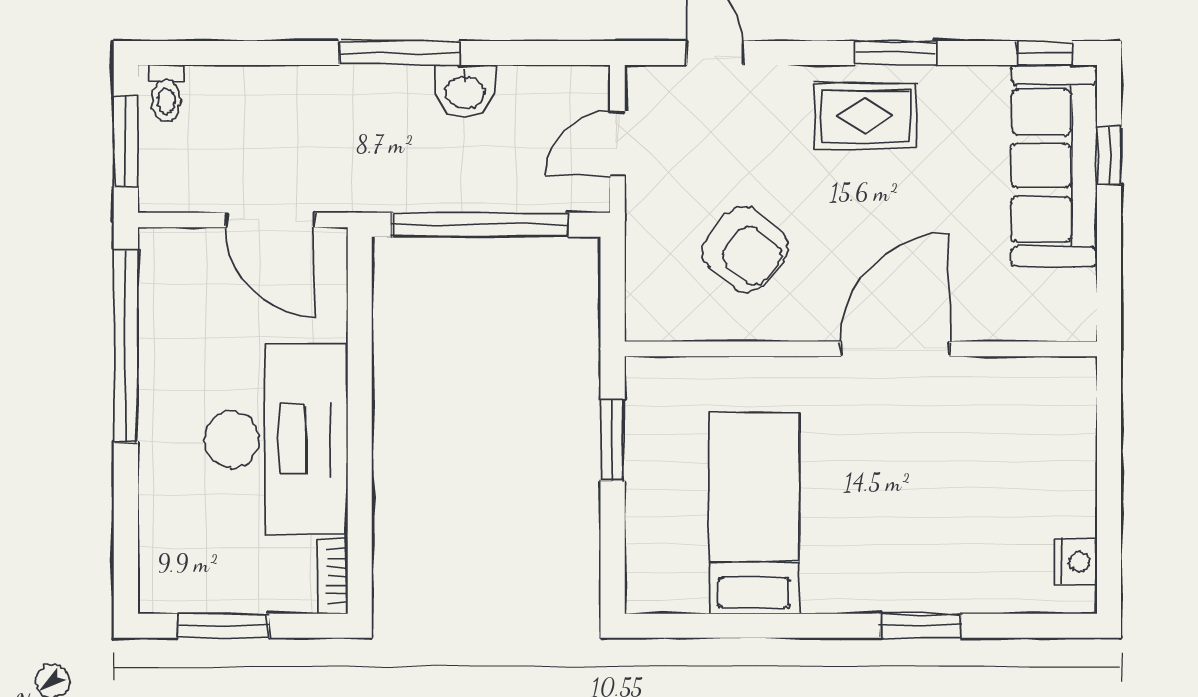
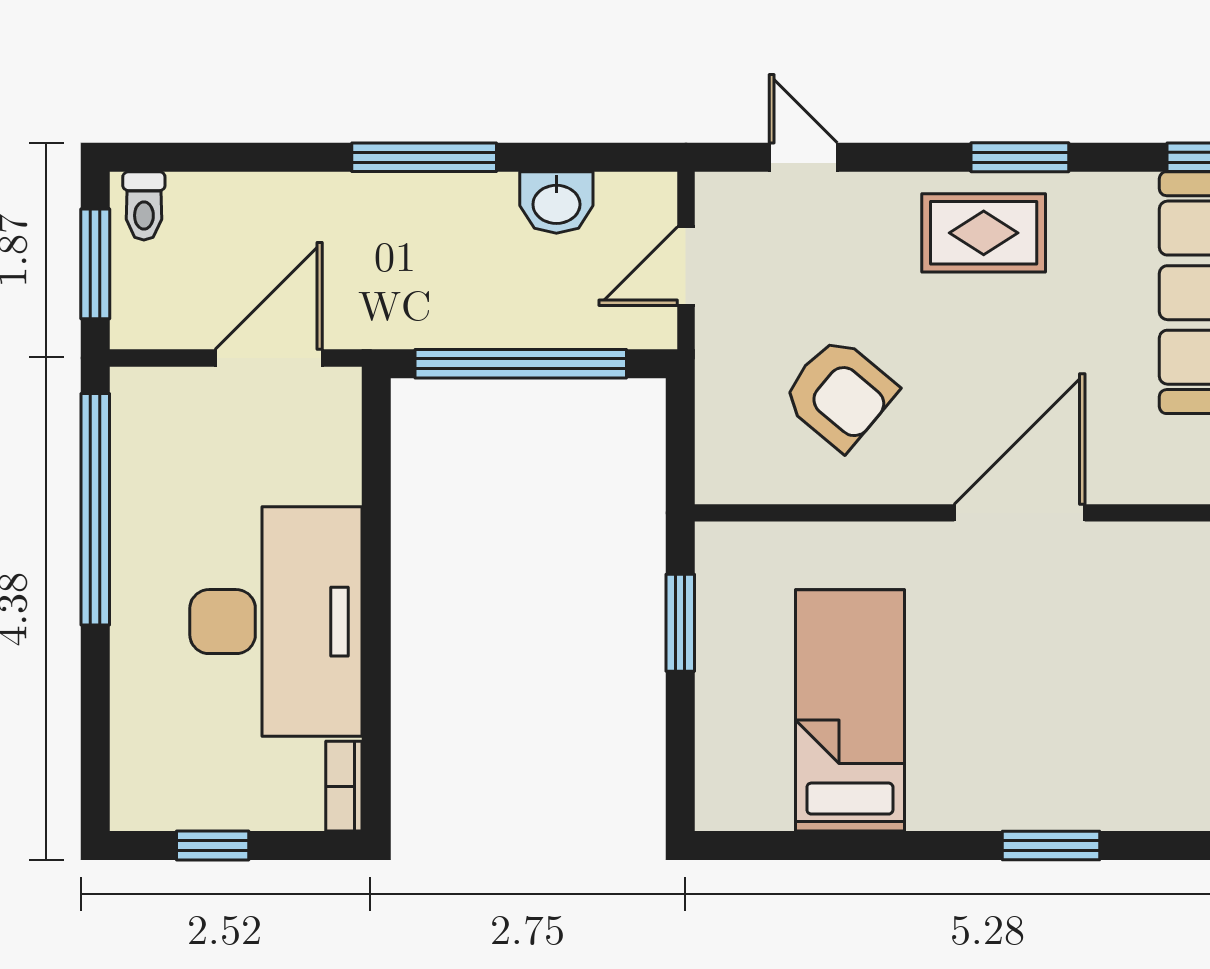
washbasin: (465, 91) -> (556, 203), moved
door: (270, 220) -> (269, 358), swing flipped
window: (224, 626) -> (213, 845), width x0.67

